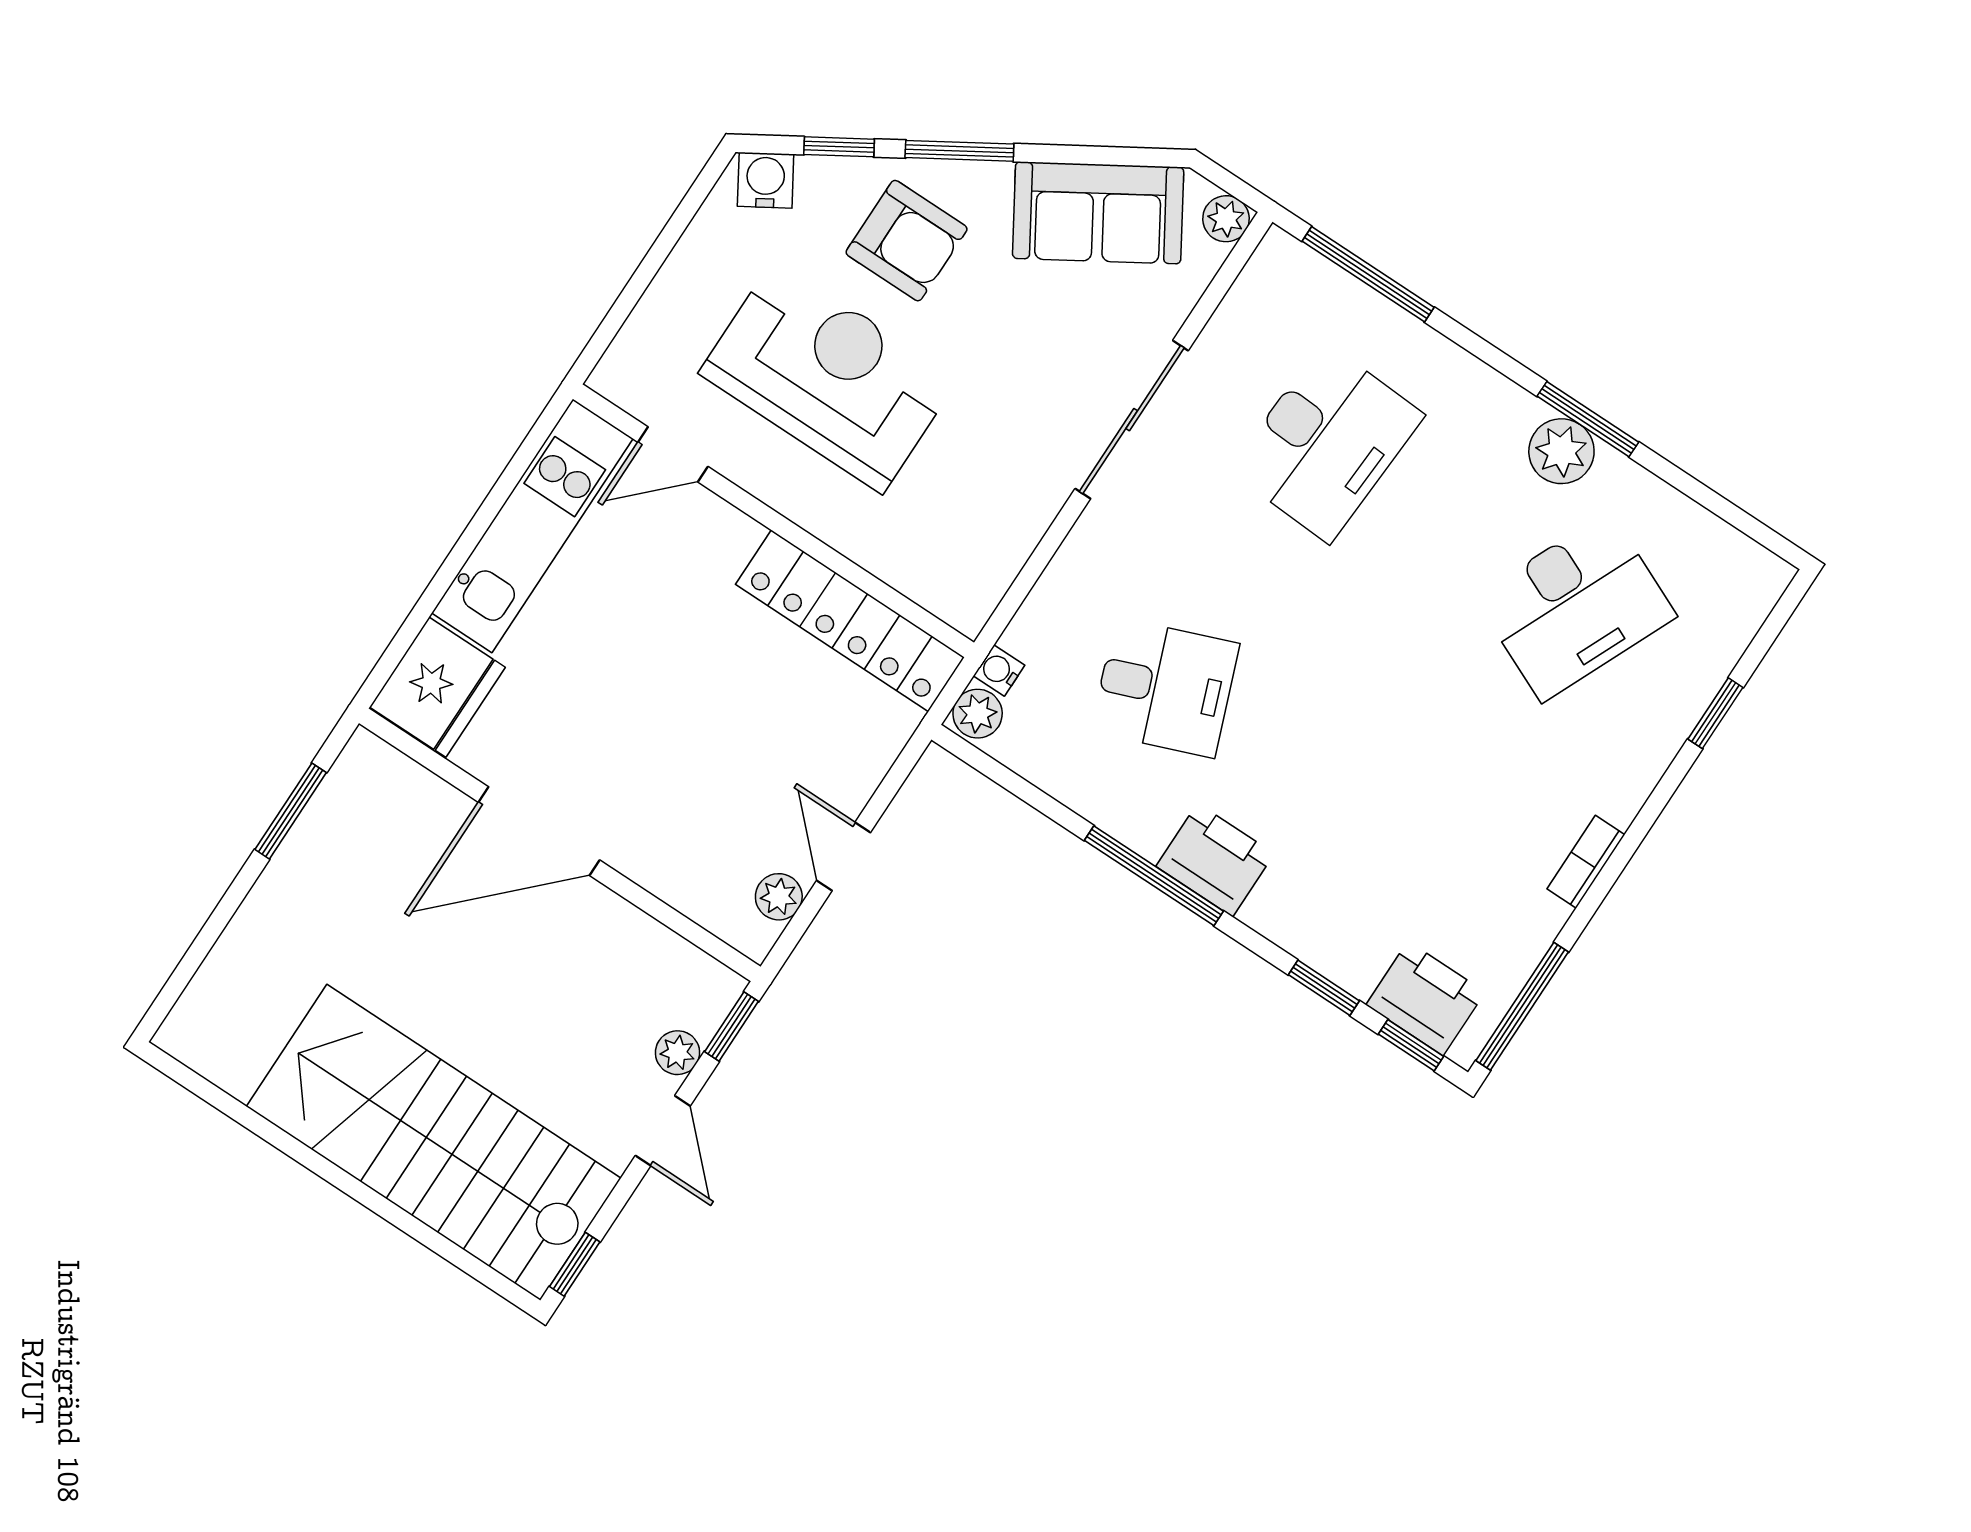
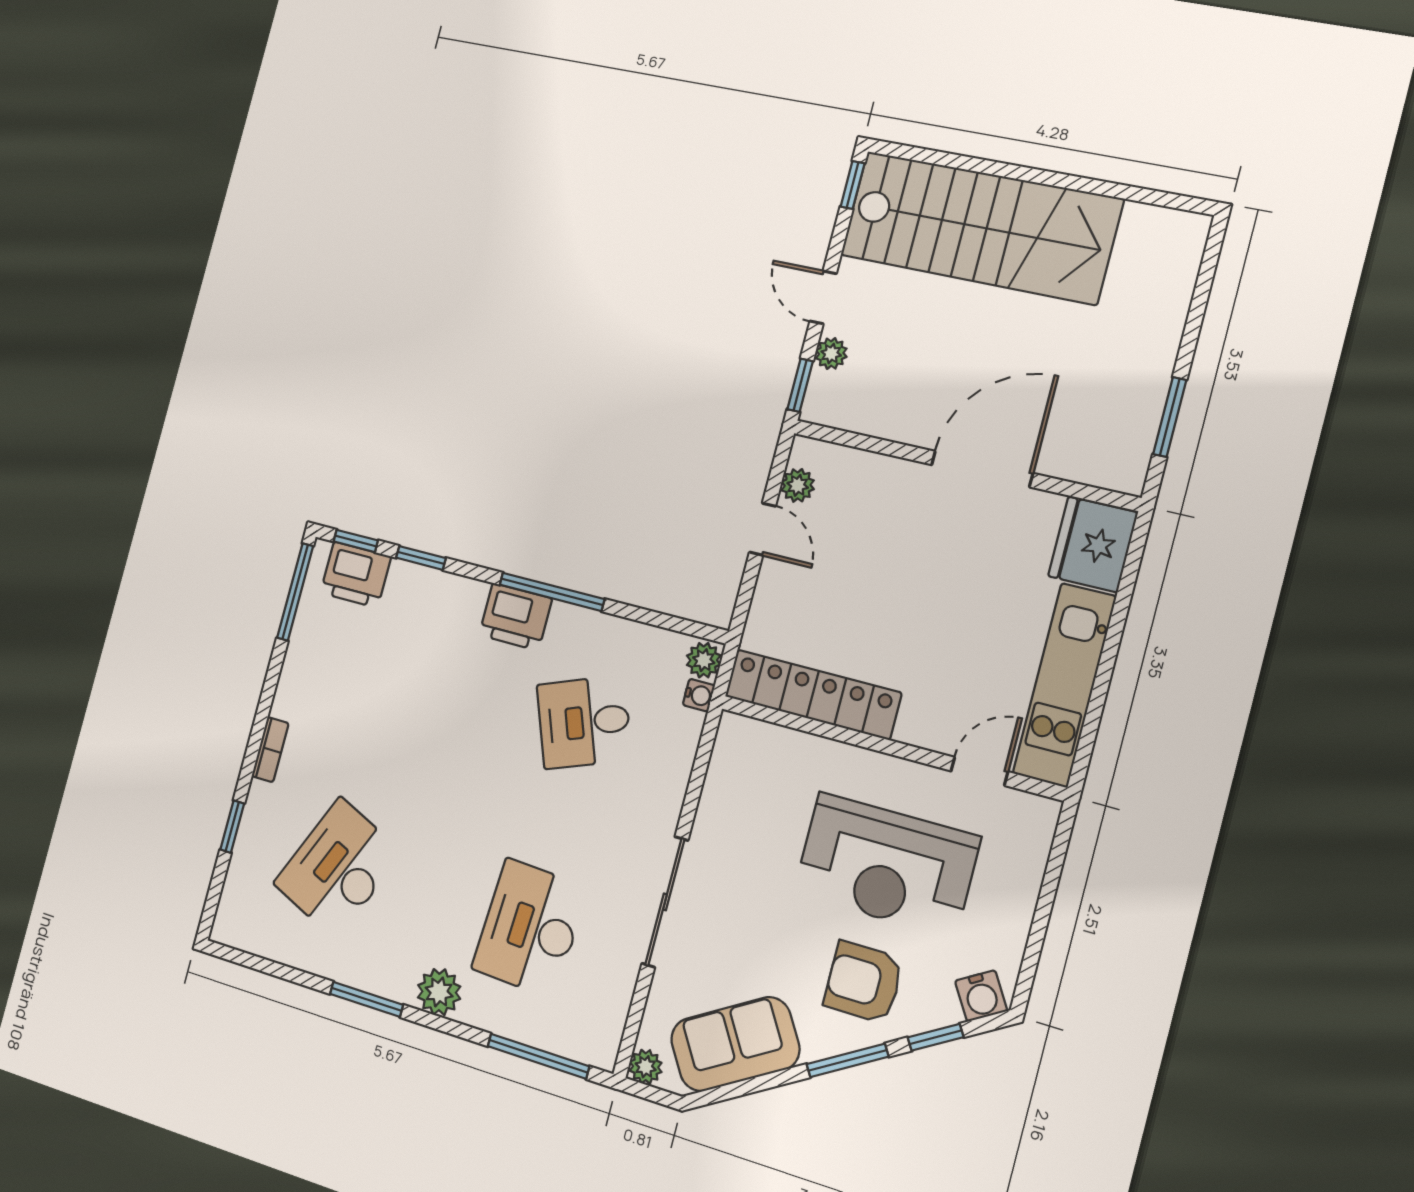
plant: (1561, 451) -> (439, 992), moved
bookcase: (1586, 862) -> (270, 750), moved

